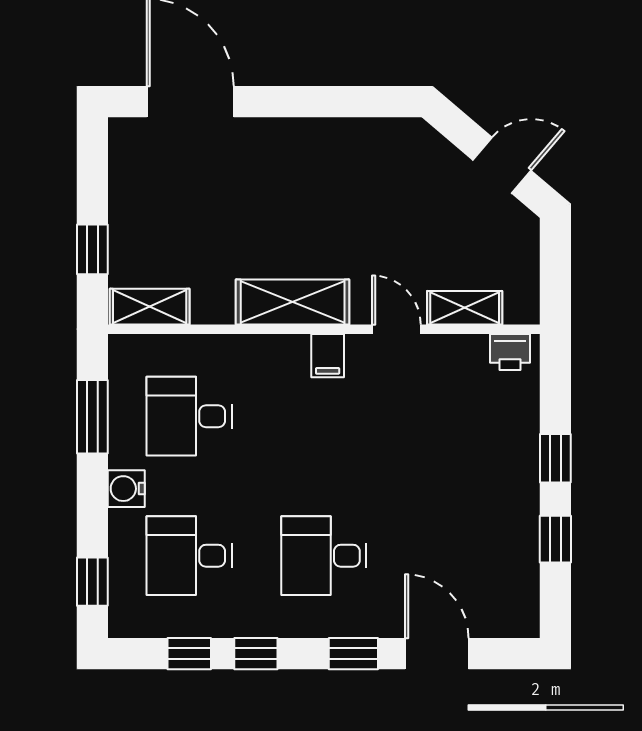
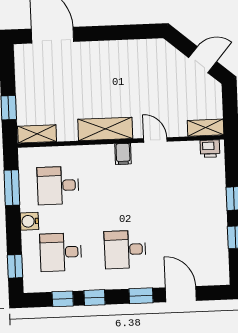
shelving: (465, 308) -> (206, 128), moved

